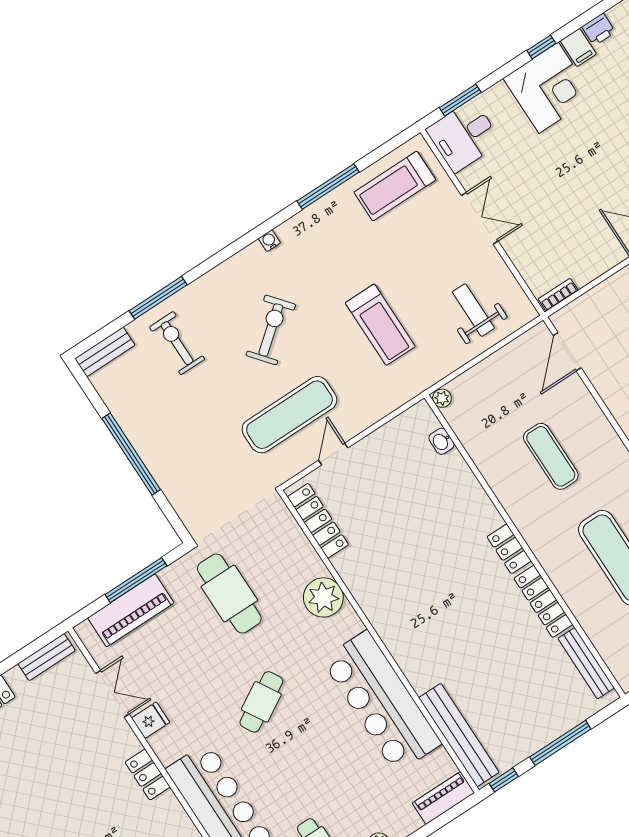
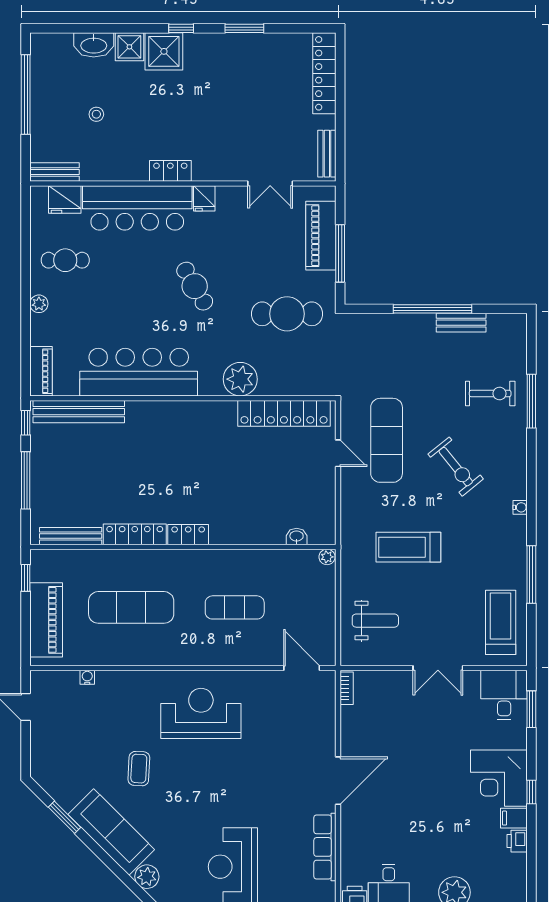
bench: (105, 352) -> (461, 323), moved, turned 90
locker: (318, 521) -> (284, 413), width x1.41, depth x1.21
fridge: (151, 720) -> (204, 198), moved
locker: (148, 775) -> (170, 171), moved

